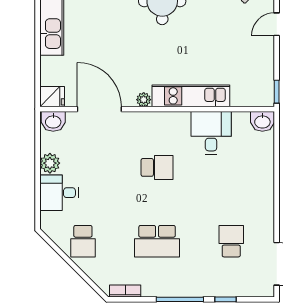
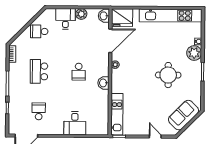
kitchen unit: (191, 96) -> (117, 114), moved
fridge: (52, 97) -> (122, 18), width x1.88, depth x1.34
washbasin: (262, 121) -> (103, 83), moved
desk: (211, 133) -> (75, 123), moved, turned 90
school desk: (231, 241) -> (39, 111), turned -90

